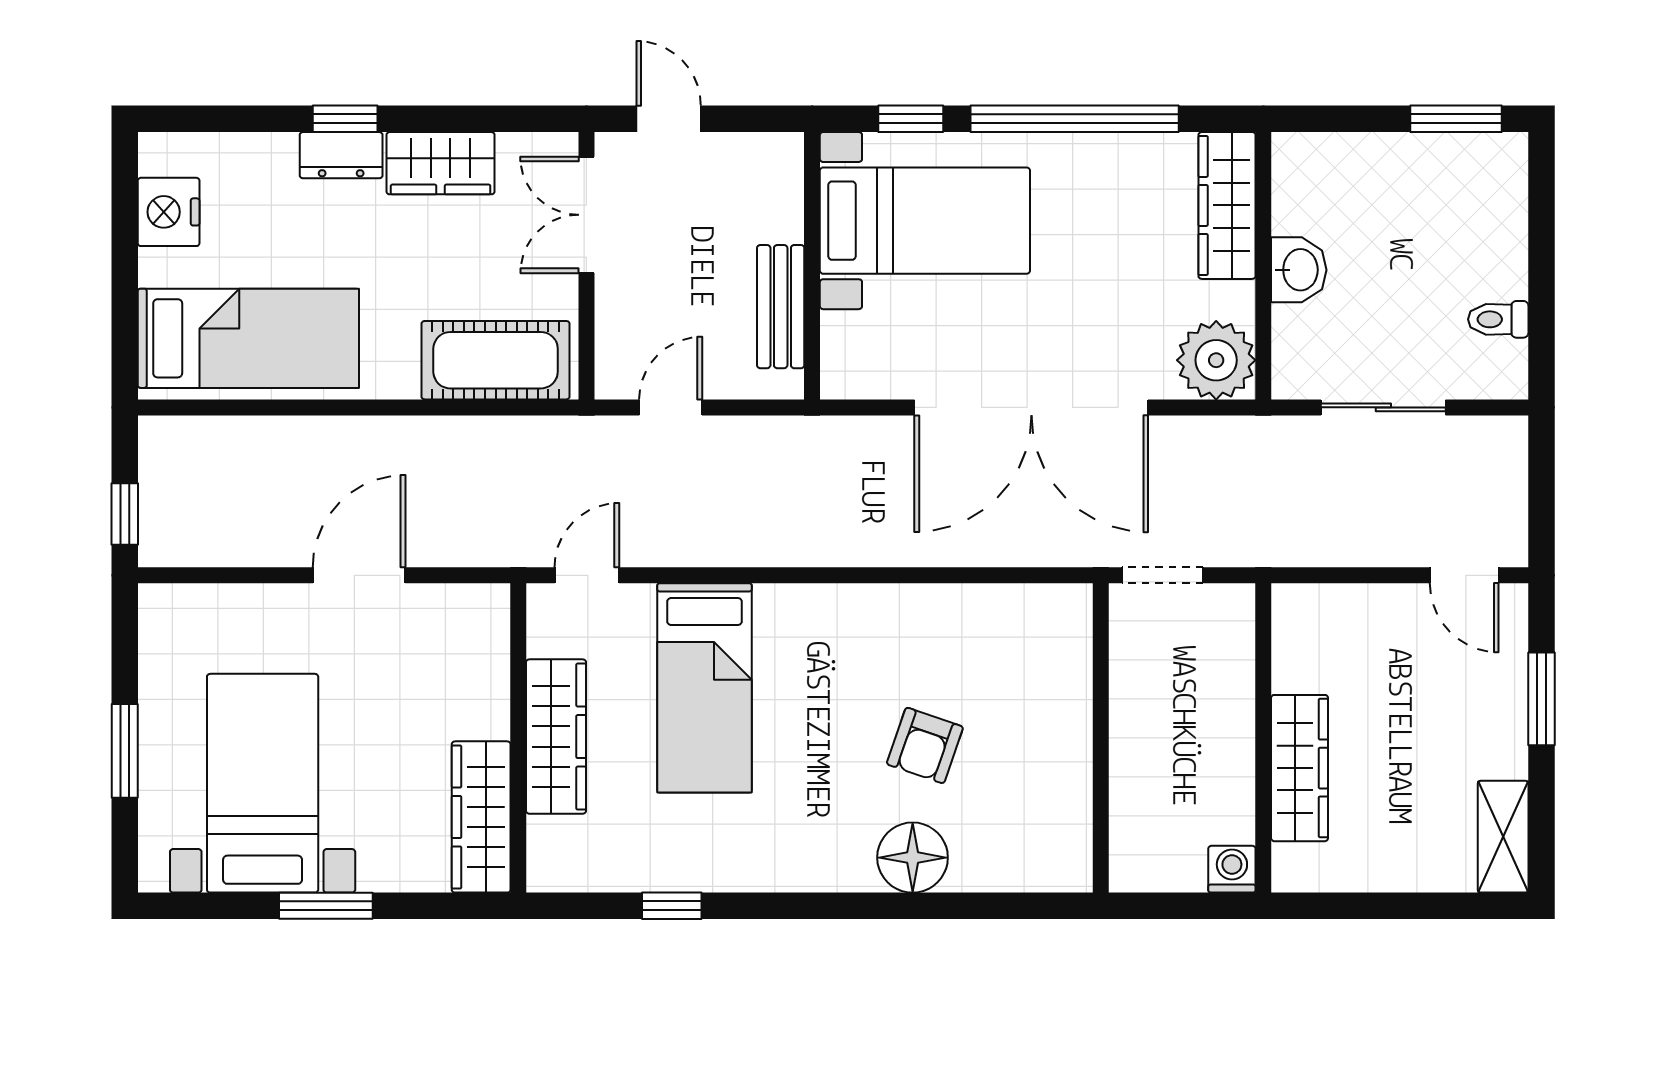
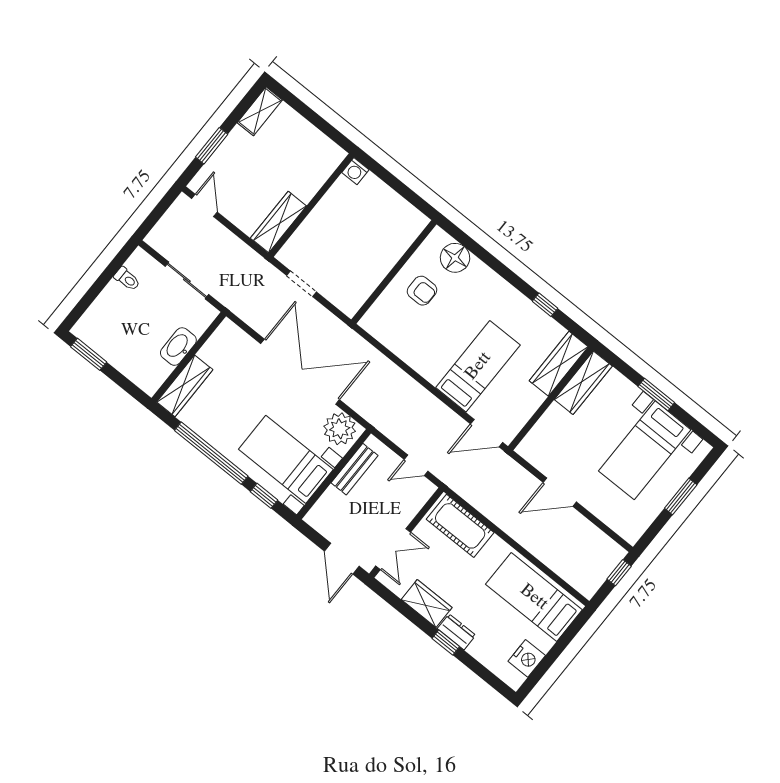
door: (669, 119) -> (342, 559), width x1.38
washbasin: (1299, 270) -> (178, 347), width x1.38
plant: (1216, 360) -> (340, 429), moved
door: (587, 575) -> (487, 433), width x1.38
wardrobe: (556, 737) -> (559, 364), moved
wall: (1101, 738) -> (394, 272), moved
armchair: (925, 745) -> (422, 291), turned 71
wardrobe: (1300, 768) -> (278, 222), moved

